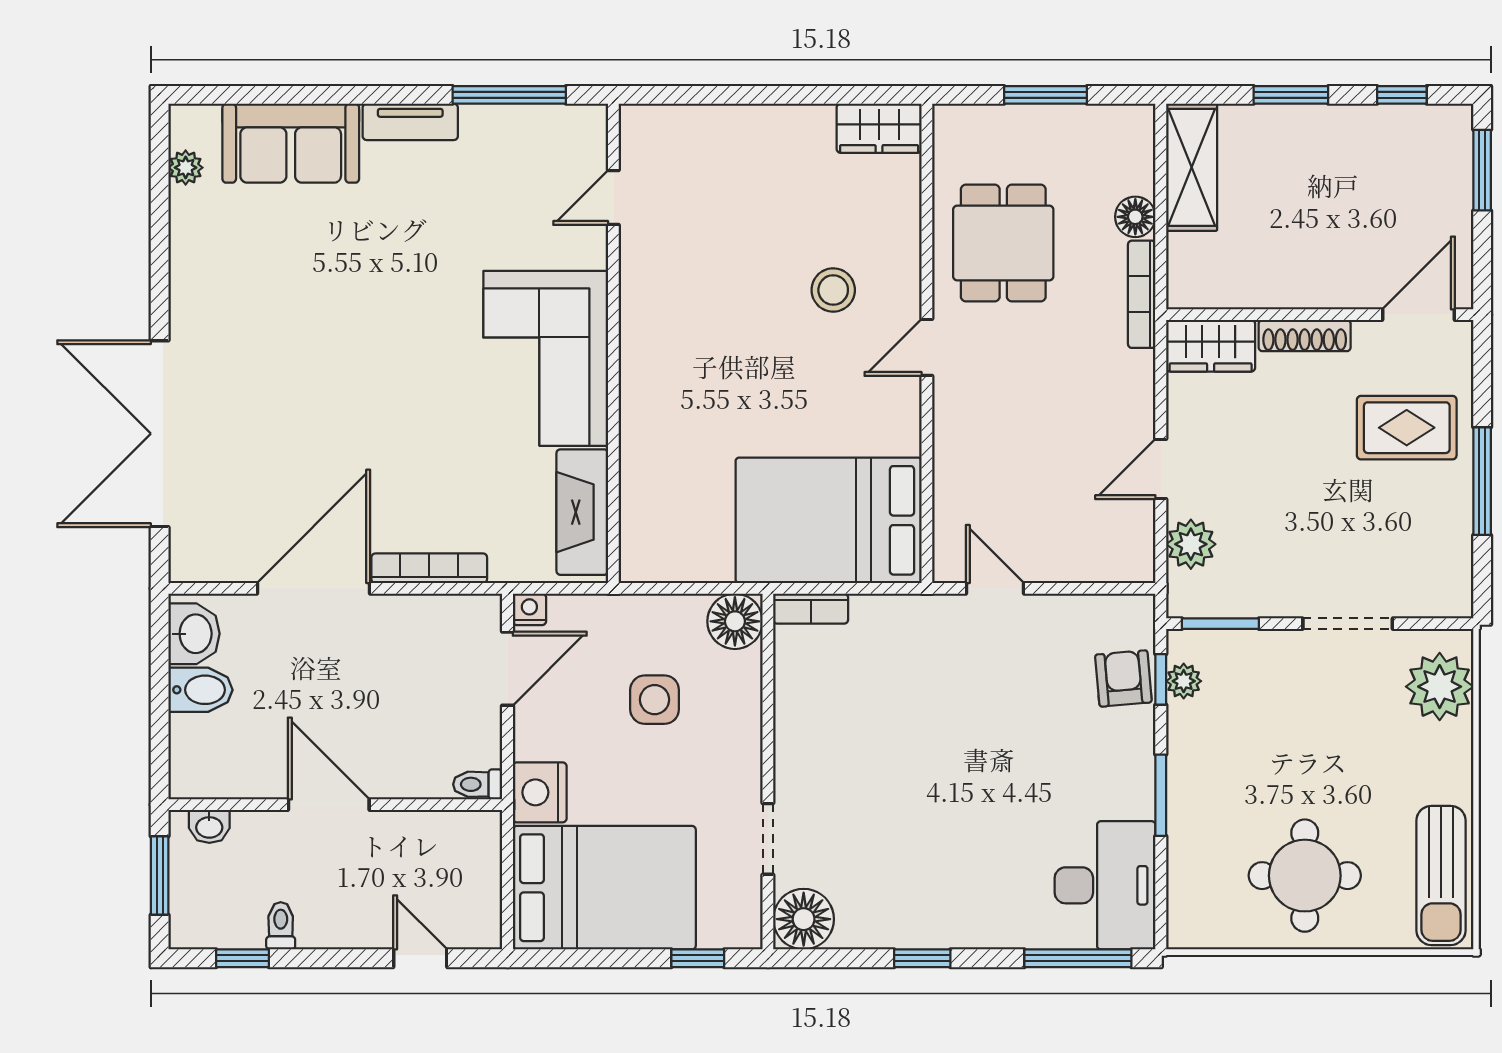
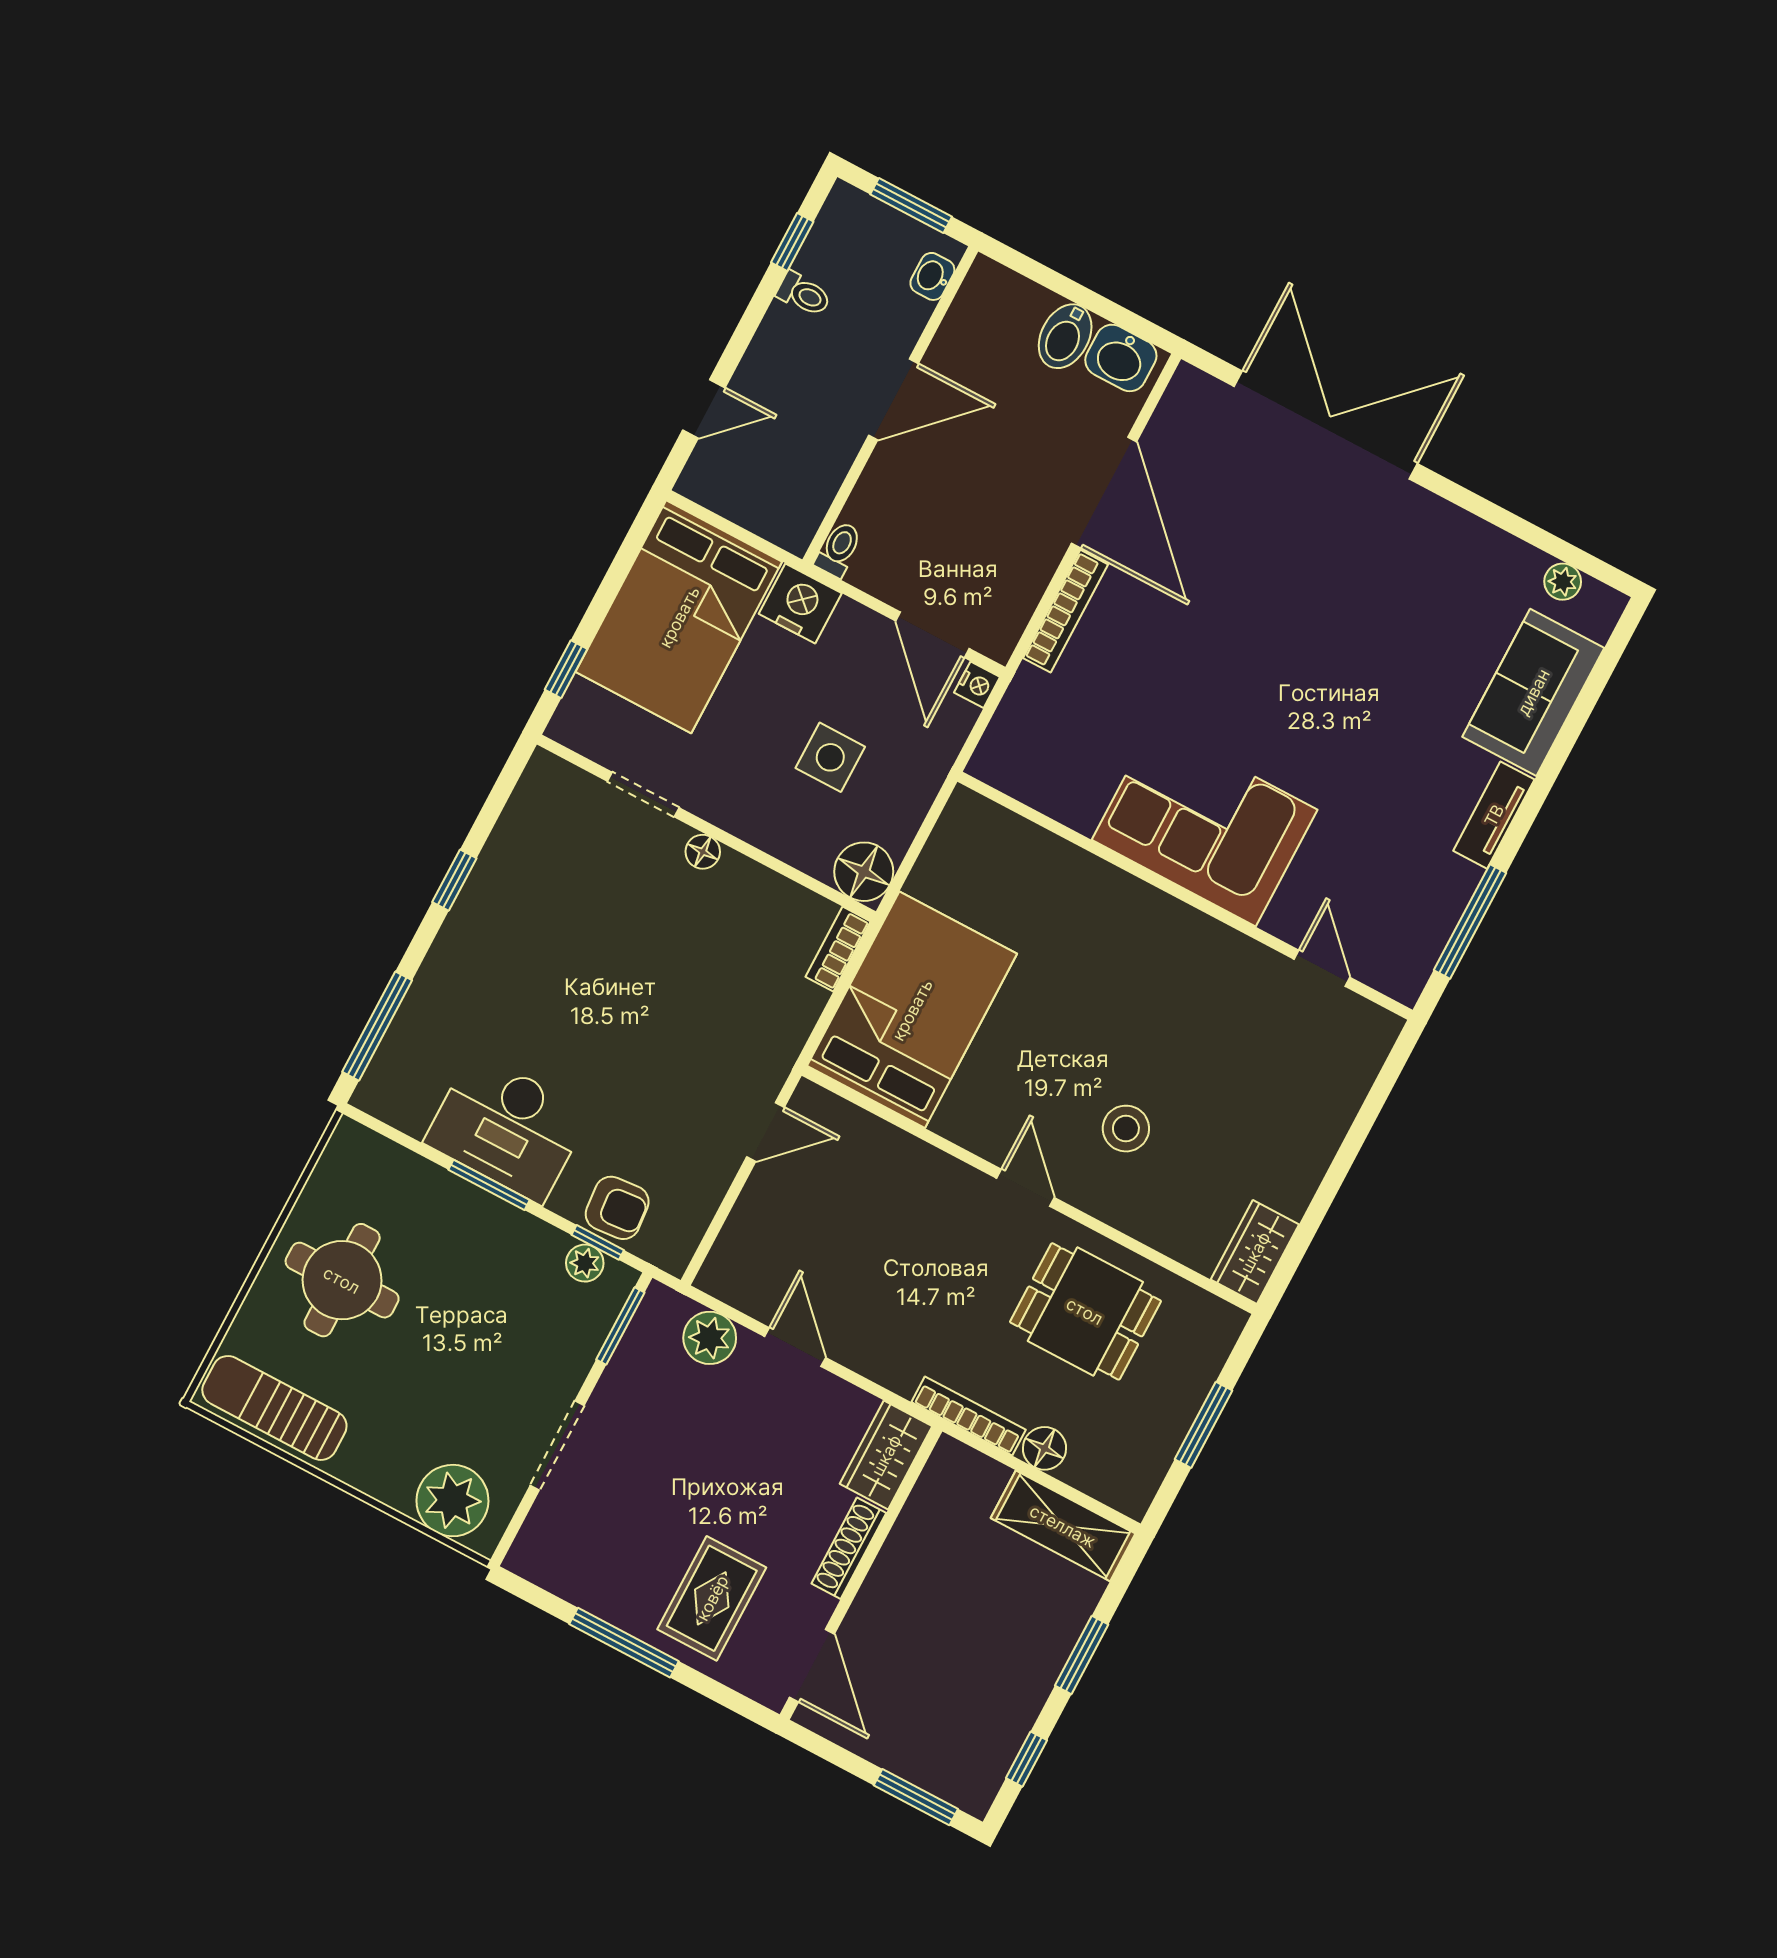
fireplace: (582, 512) -> (1042, 783), removed
desk: (1105, 885) -> (507, 1128), moved
floor lamp: (804, 919) -> (703, 852), moved, width x0.53, depth x0.53

